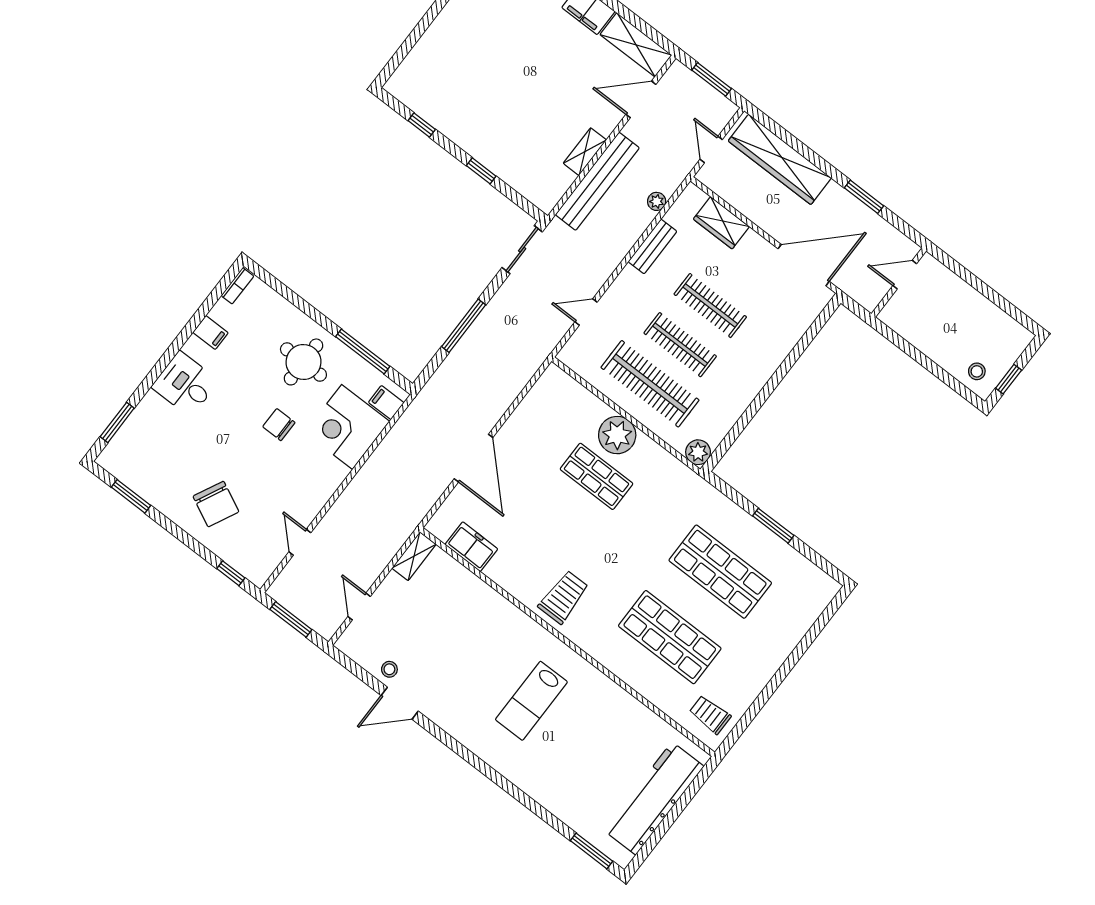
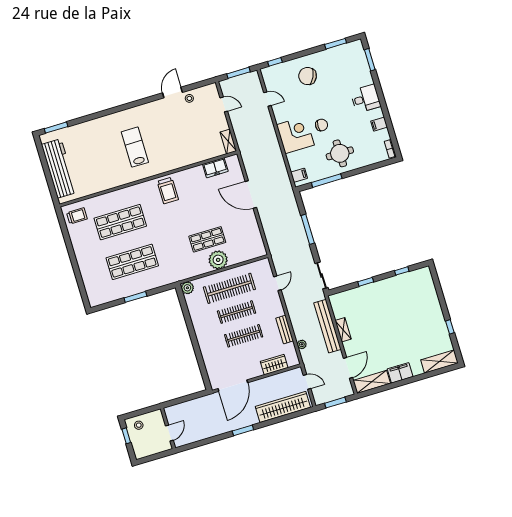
door: (905, 275) -> (169, 433), moved
wall: (899, 282) -> (168, 428), moved
corner desk: (347, 427) -> (295, 135), moved

